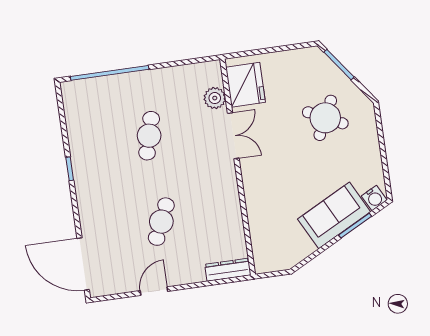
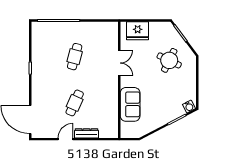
fridge: (245, 85) -> (138, 31), moved, turned 90
plant: (215, 98) -> (112, 42), removed
sofa: (334, 215) -> (130, 104), moved, turned 117
dresser: (228, 270) -> (87, 133), moved

